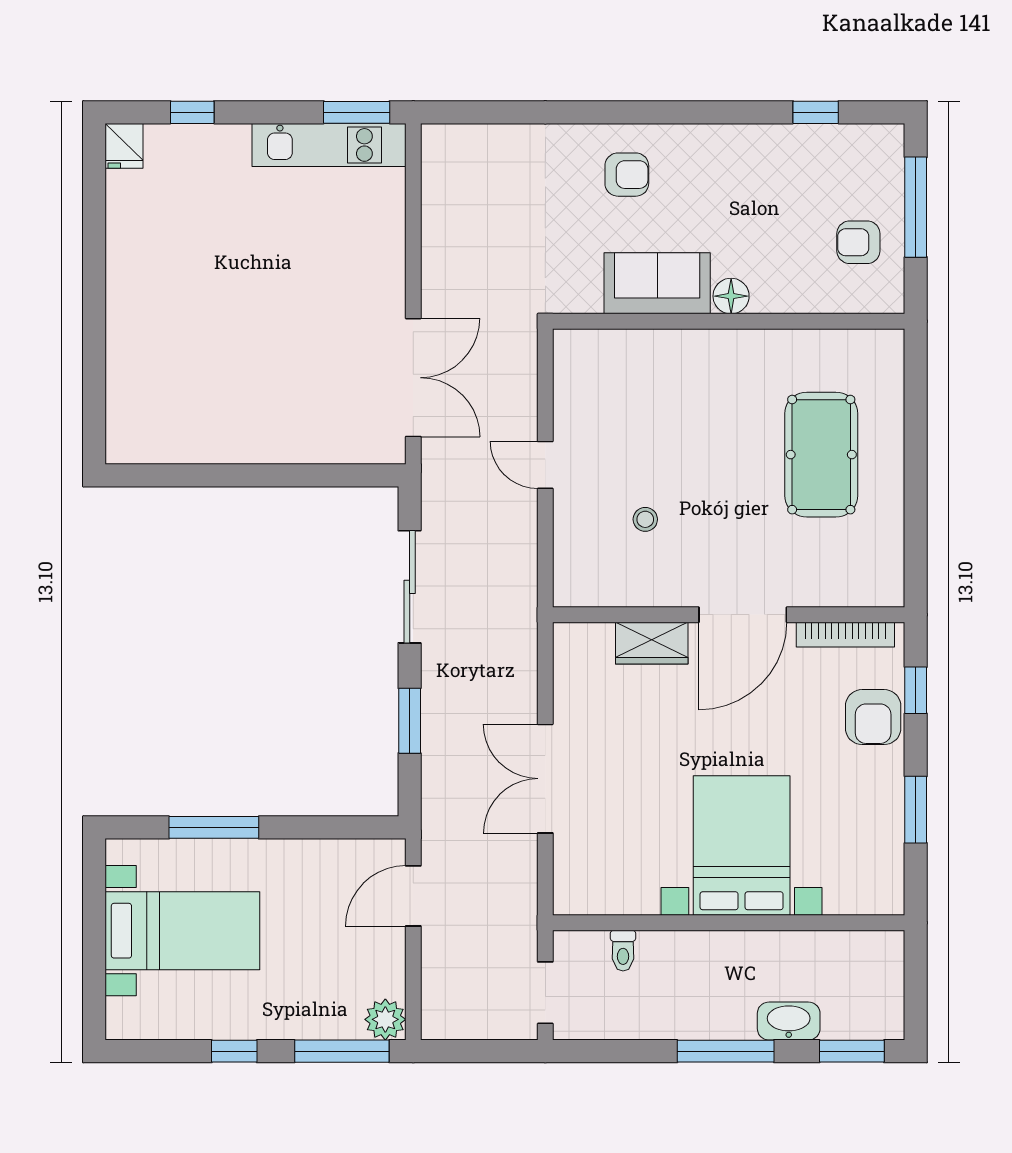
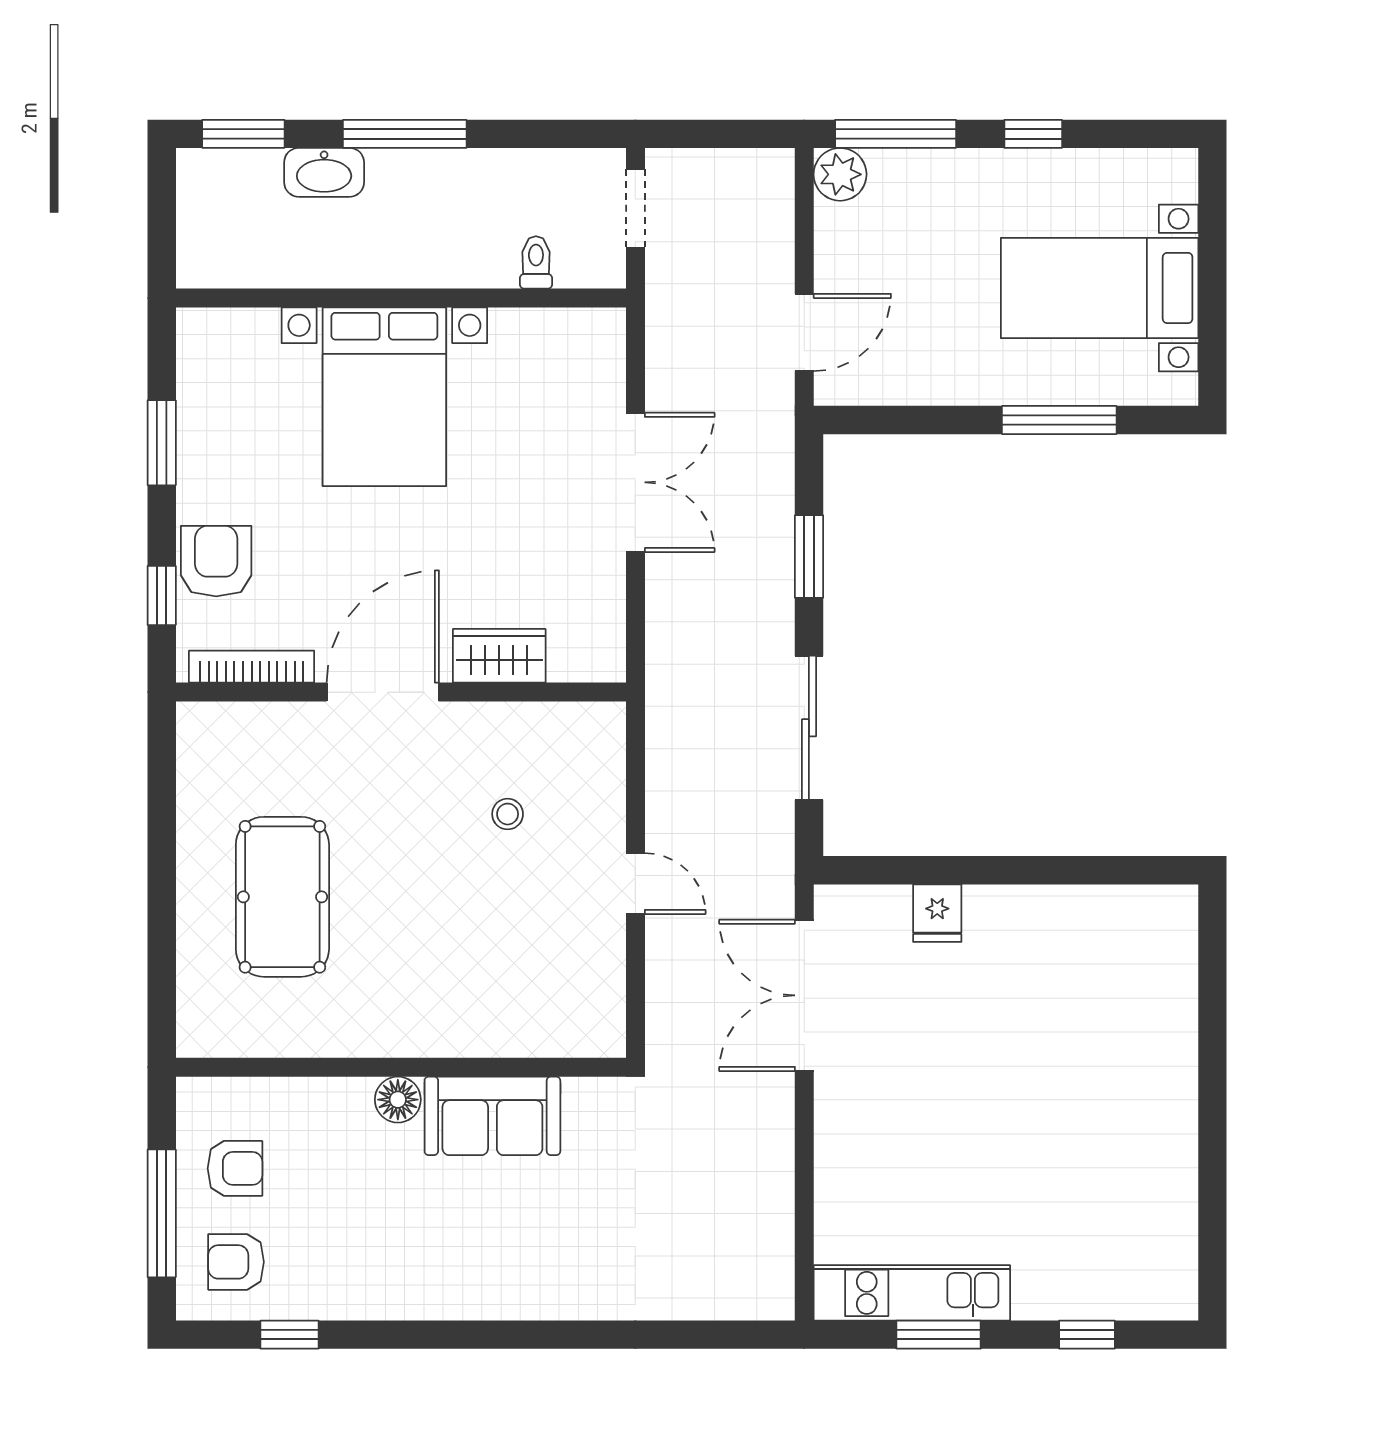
window: (357, 112) -> (939, 1335), moved
fridge: (124, 146) -> (937, 913), moved, turned 180
armchair: (627, 175) -> (236, 1262), moved

